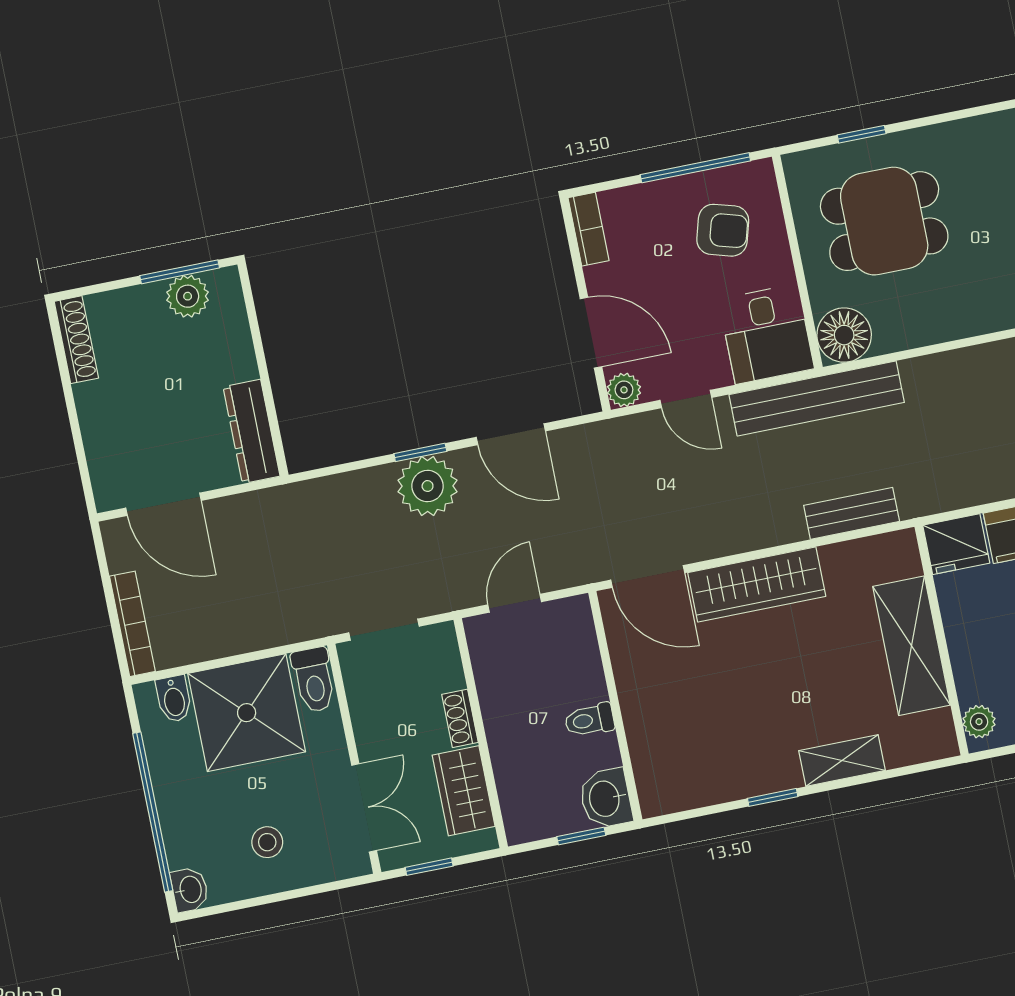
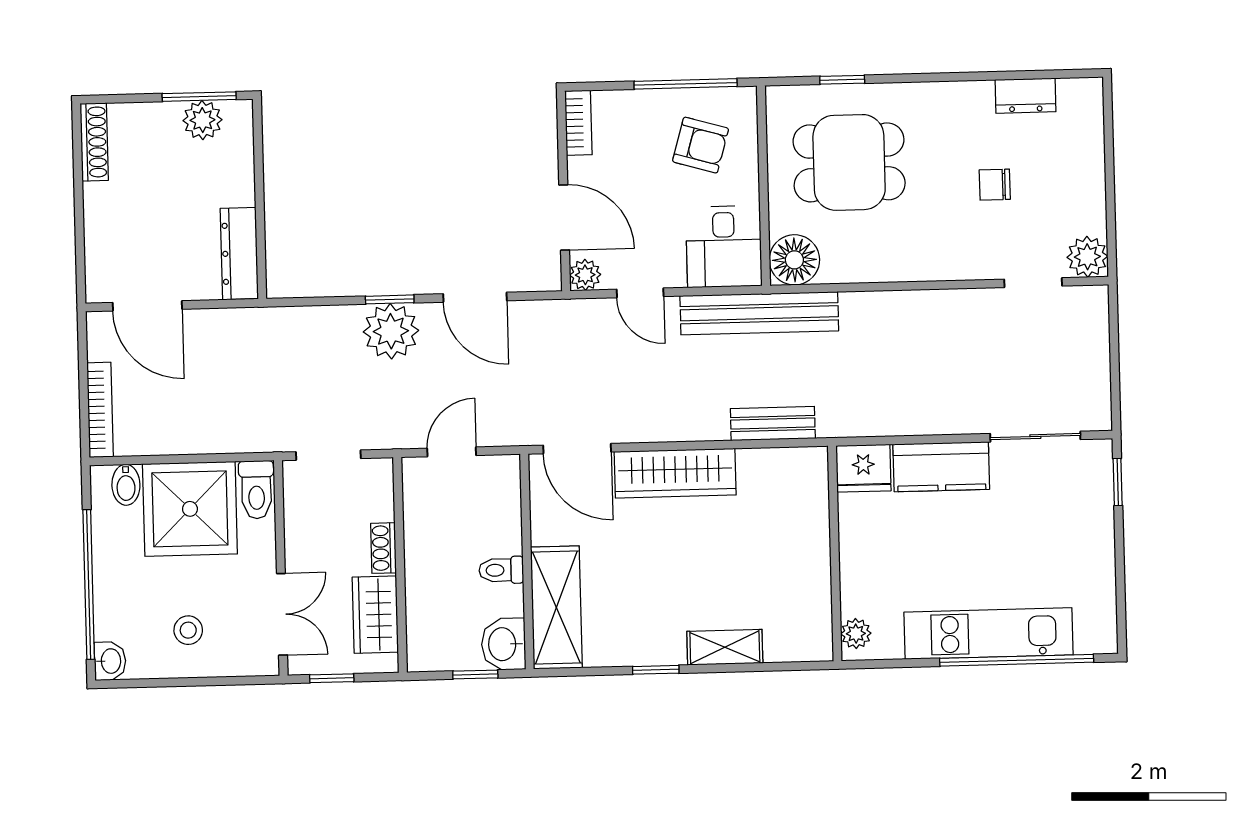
shelving: (912, 646) -> (556, 608), moved

